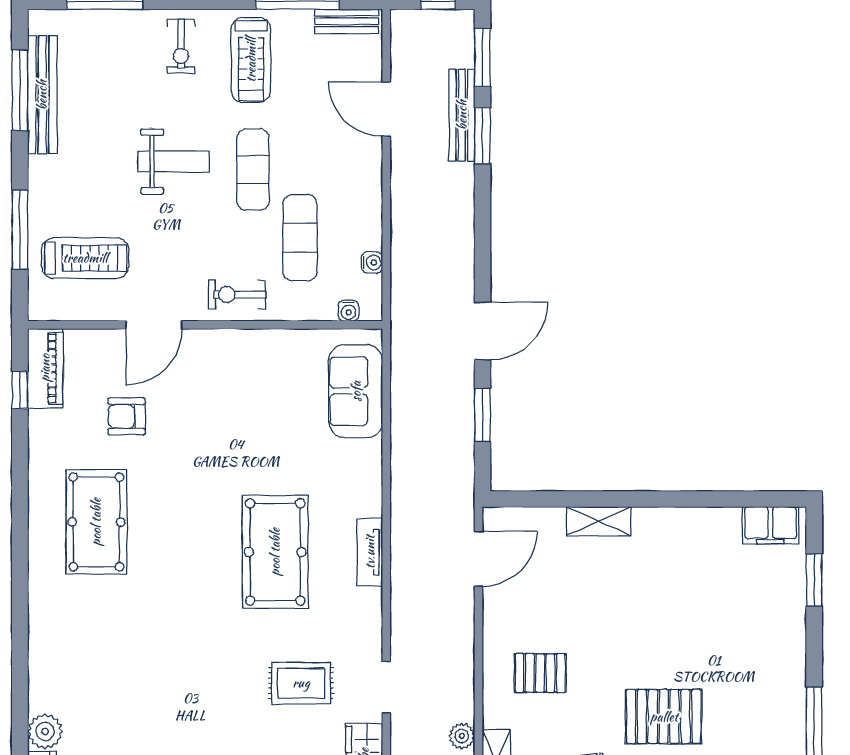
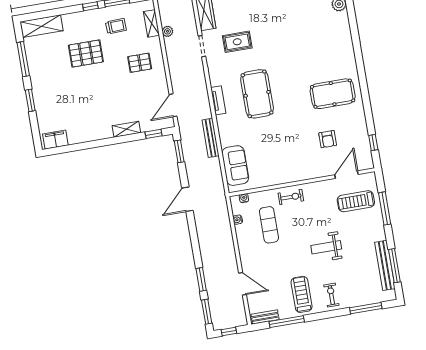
bench: (462, 115) -> (211, 138), moved
exercise mat: (253, 170) -> (293, 249), removed
door: (154, 325) -> (346, 175), moved
piano: (45, 368) -> (364, 153), removed
window: (482, 415) -> (179, 151), moved
armchair: (127, 416) -> (328, 139), turned 90
window: (536, 499) -> (154, 134), added
pool table: (96, 522) -> (333, 94), turned 90
window: (814, 580) -> (30, 100), moved

